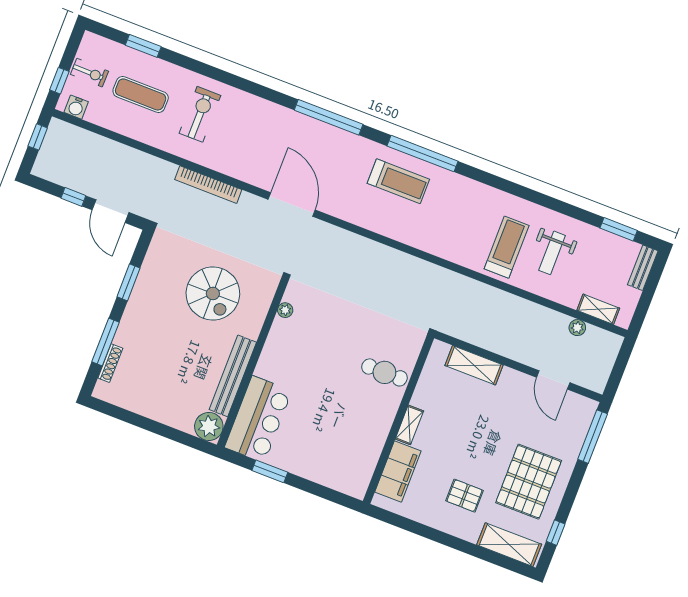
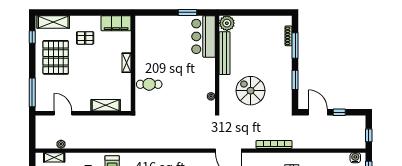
filing cabinet: (398, 471) -> (116, 23), moved, turned -90

